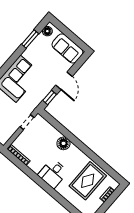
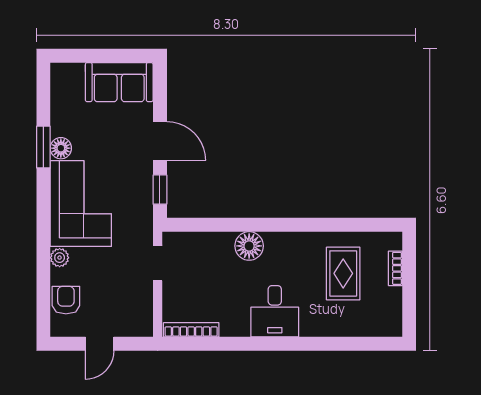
floor lamp: (47, 31) -> (61, 148), moved
window: (30, 39) -> (43, 147), moved
rug: (88, 181) -> (343, 273), width x0.73, depth x0.70

